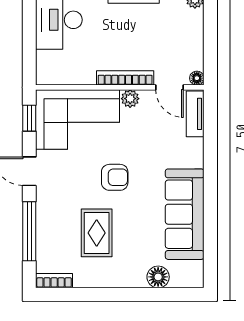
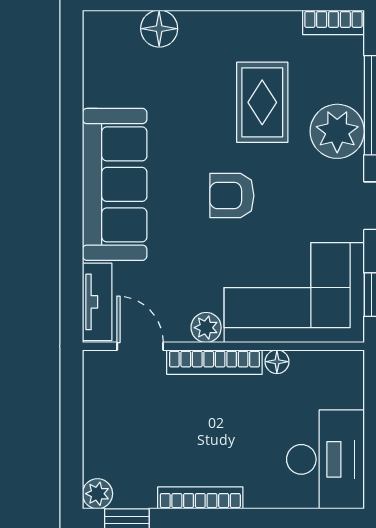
floor lamp: (197, 78) -> (277, 362), moved
sofa: (185, 214) -> (115, 184), moved
plant: (52, 216) -> (337, 131), added

